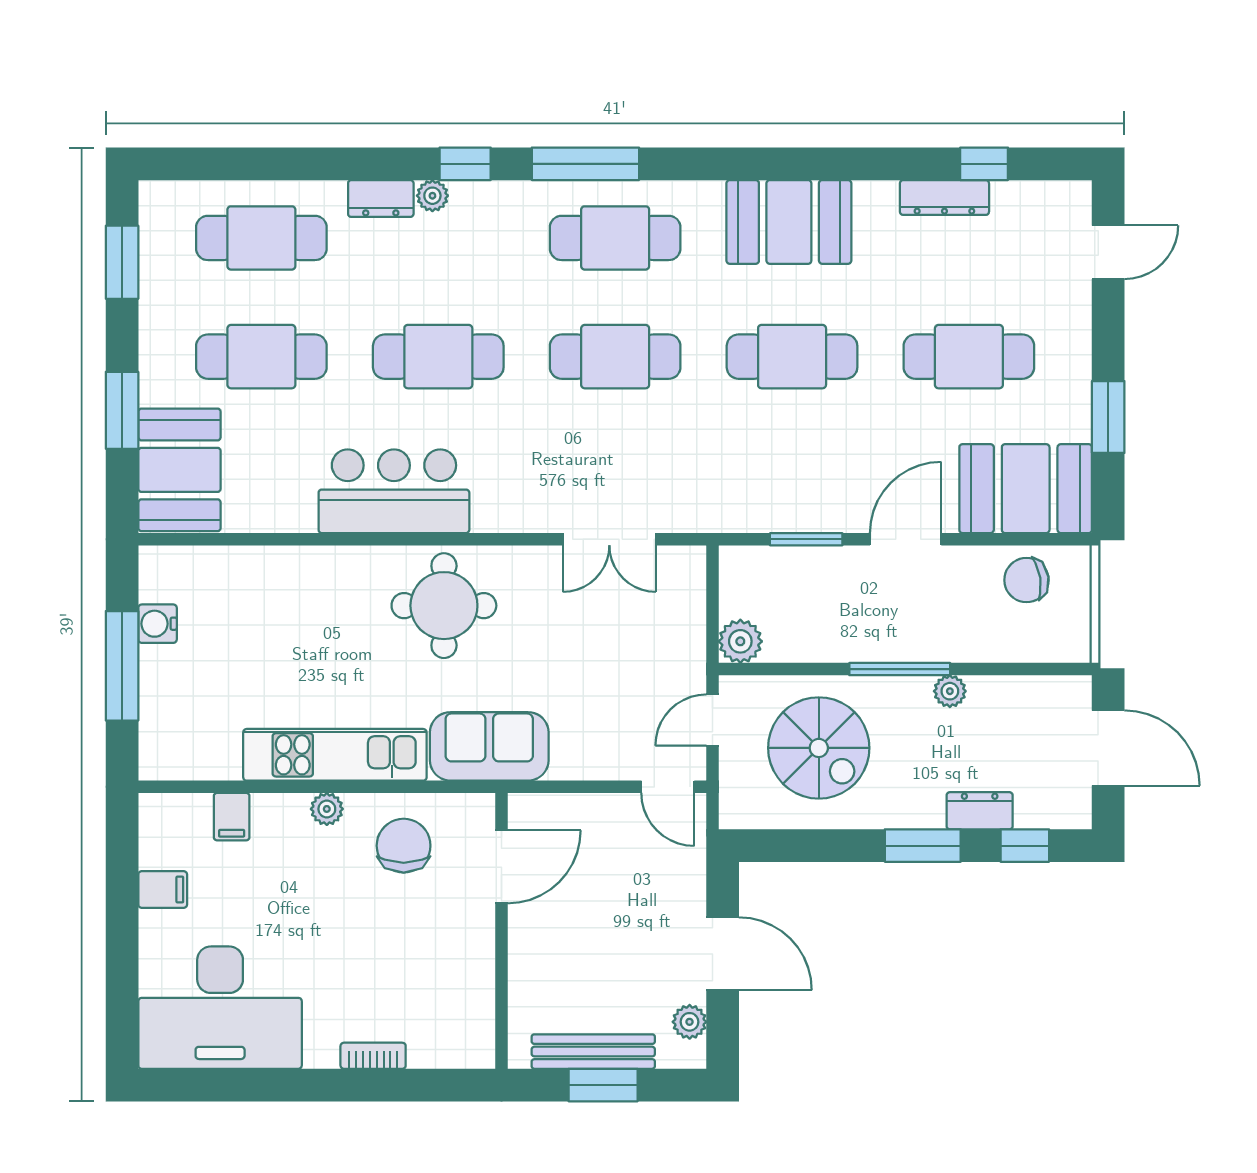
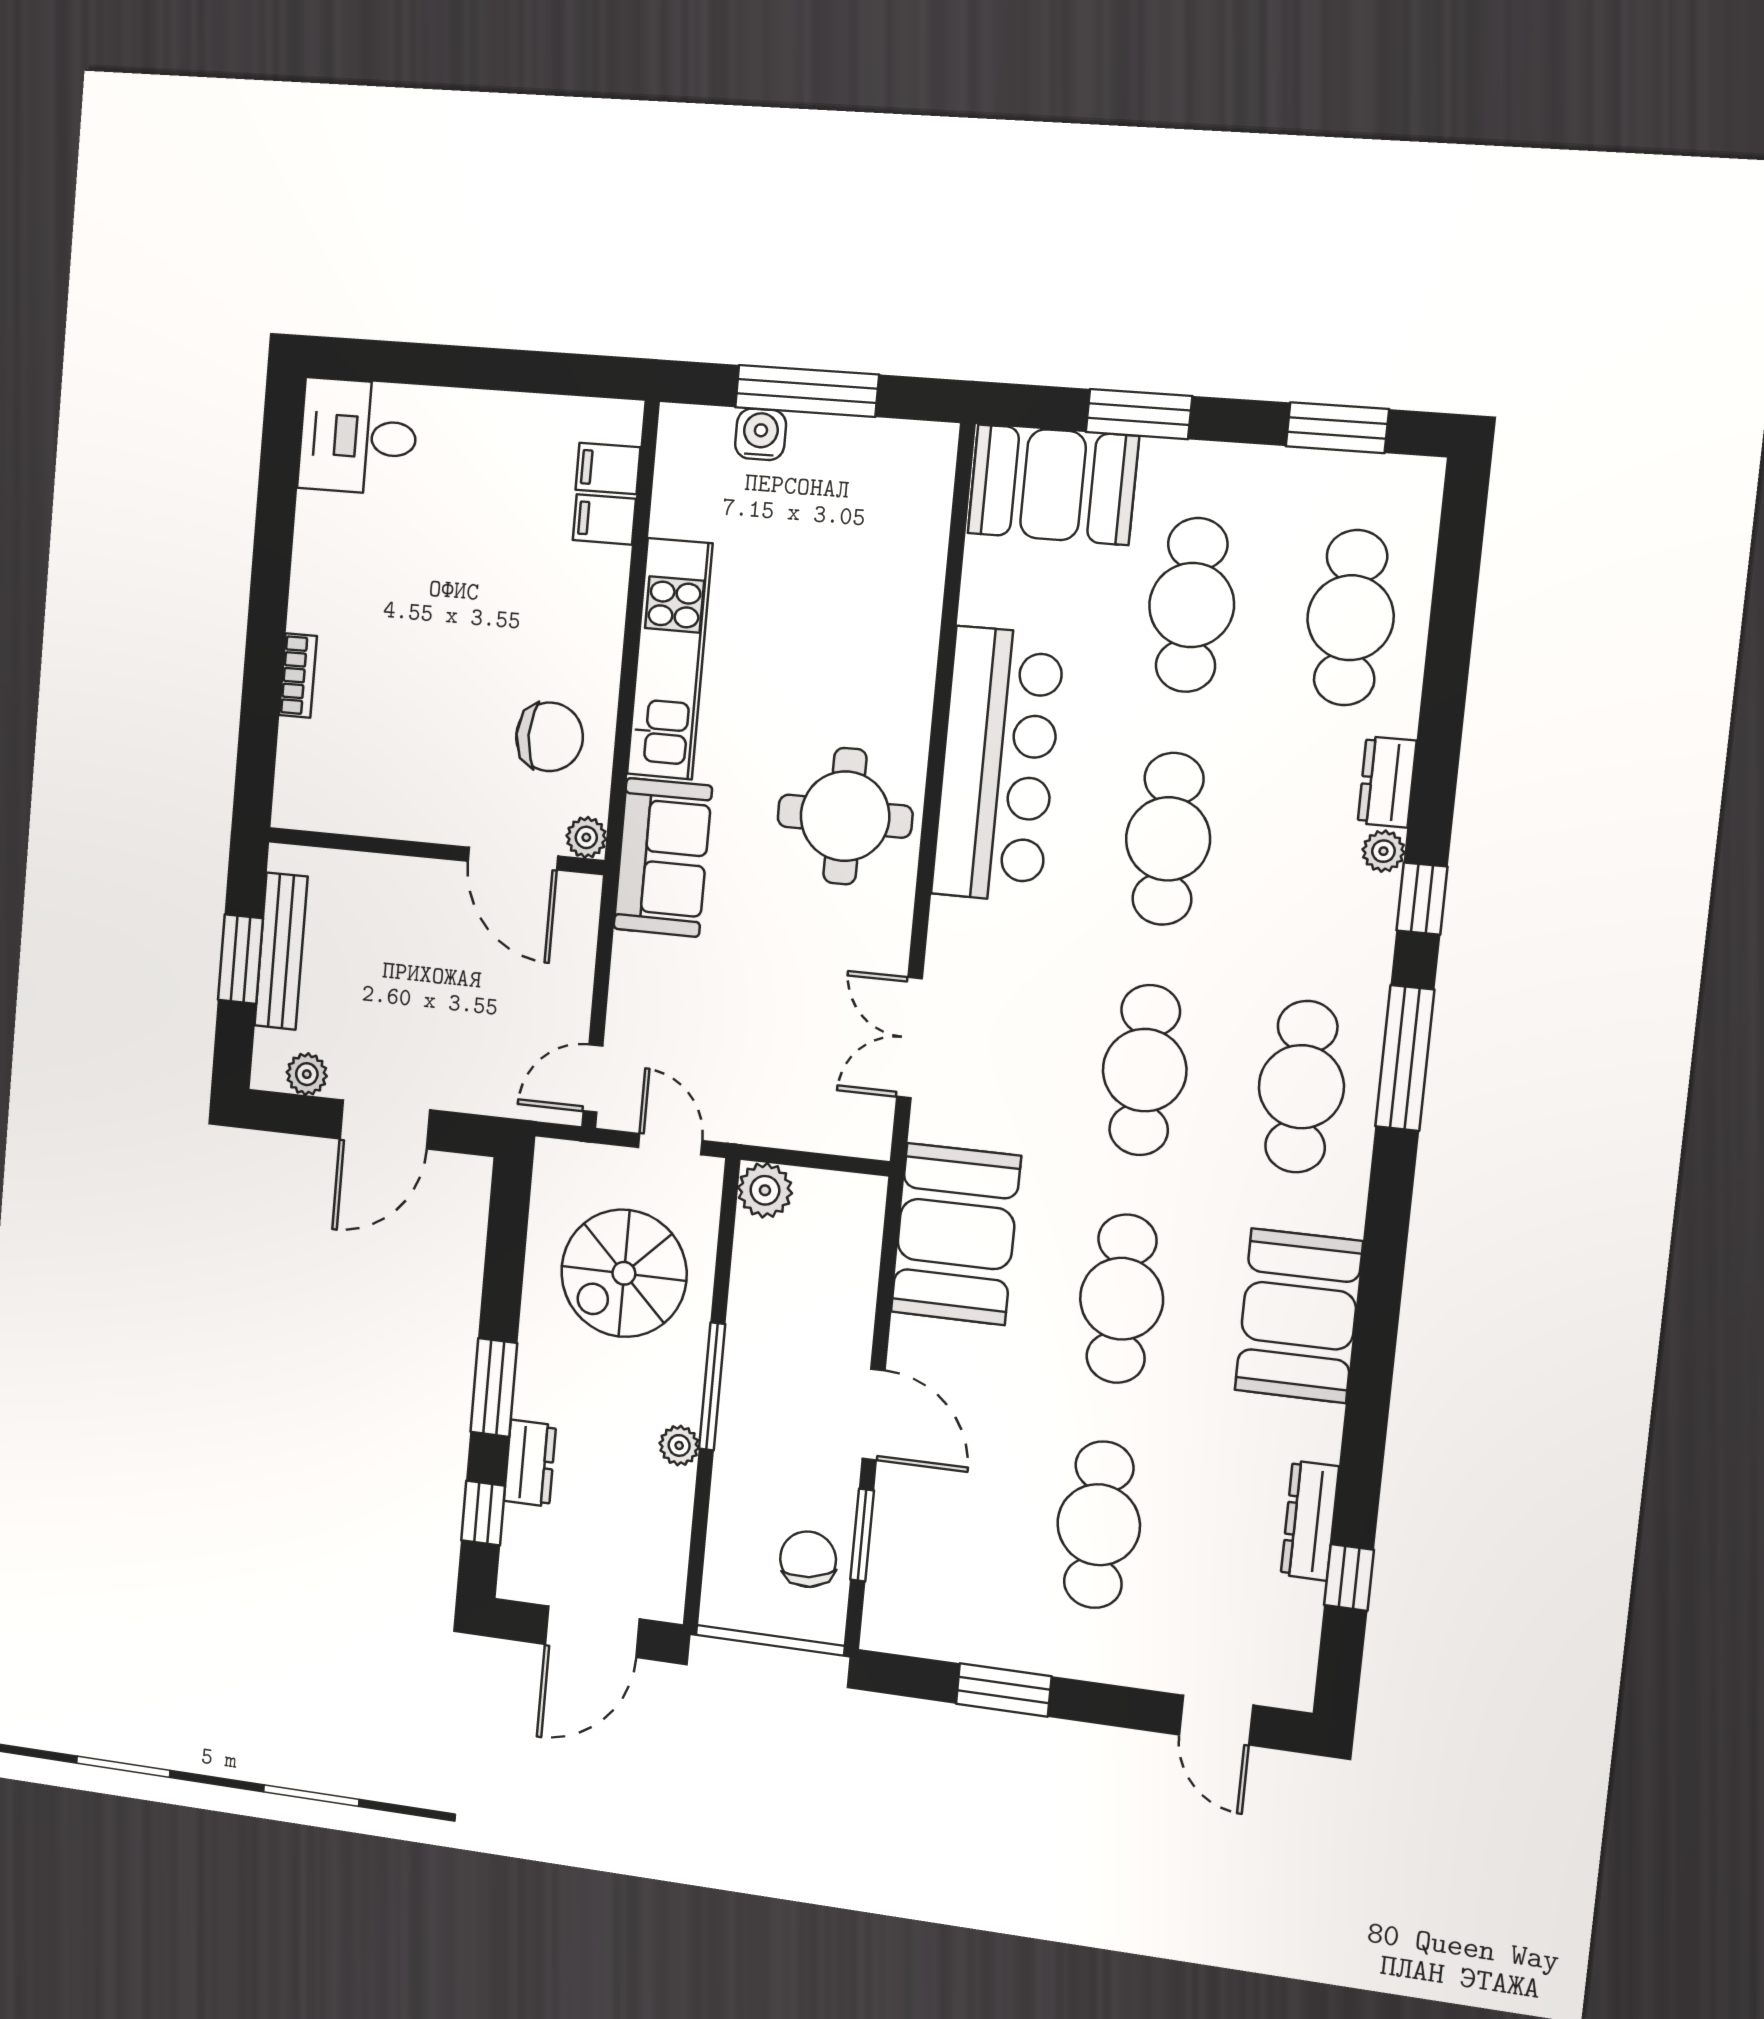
booth: (1026, 489) -> (956, 1234), moved
bar counter: (394, 491) -> (998, 765), width x1.36
window: (806, 539) -> (862, 1535), moved
water cooler: (158, 624) -> (761, 434), moved
plant: (327, 809) -> (586, 837), moved
filing cabinet: (163, 889) -> (608, 468), moved, turned 90
desk: (220, 1008) -> (358, 437), width x0.53, depth x0.77

